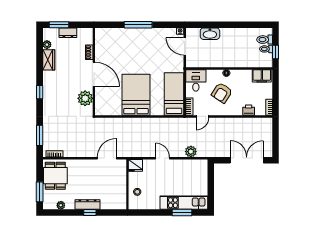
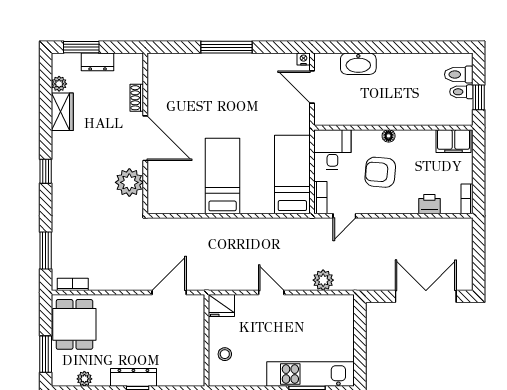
armchair: (222, 93) -> (380, 172), turned 62
bed: (136, 95) -> (223, 176), width x0.67

